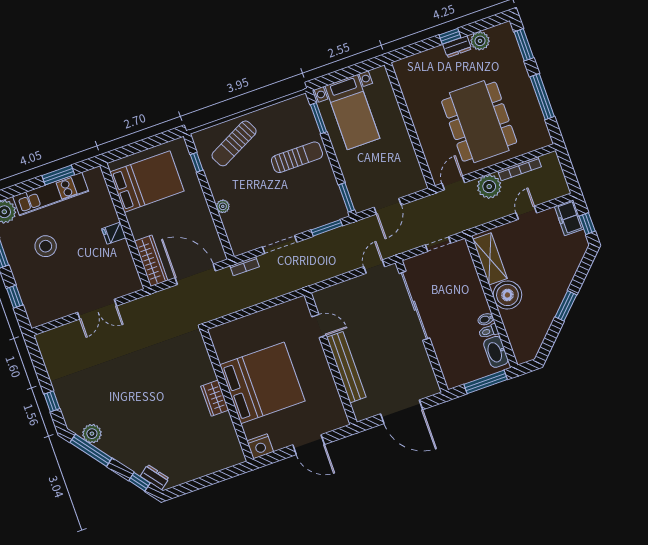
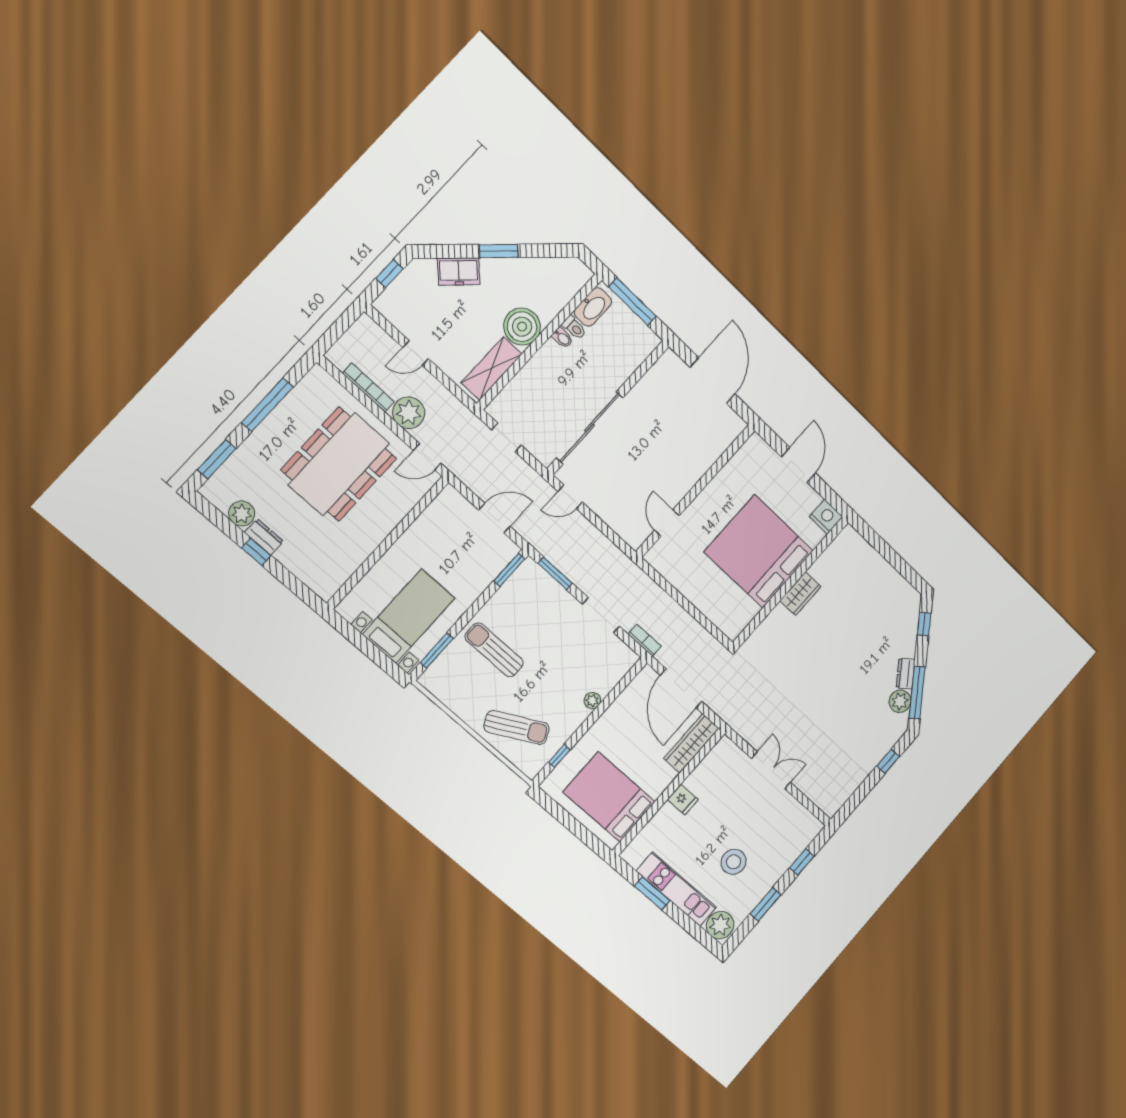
freezer: (569, 218) -> (459, 271), moved, turned 45
bench: (346, 367) -> (696, 468), removed
dresser: (155, 477) -> (906, 674), moved

